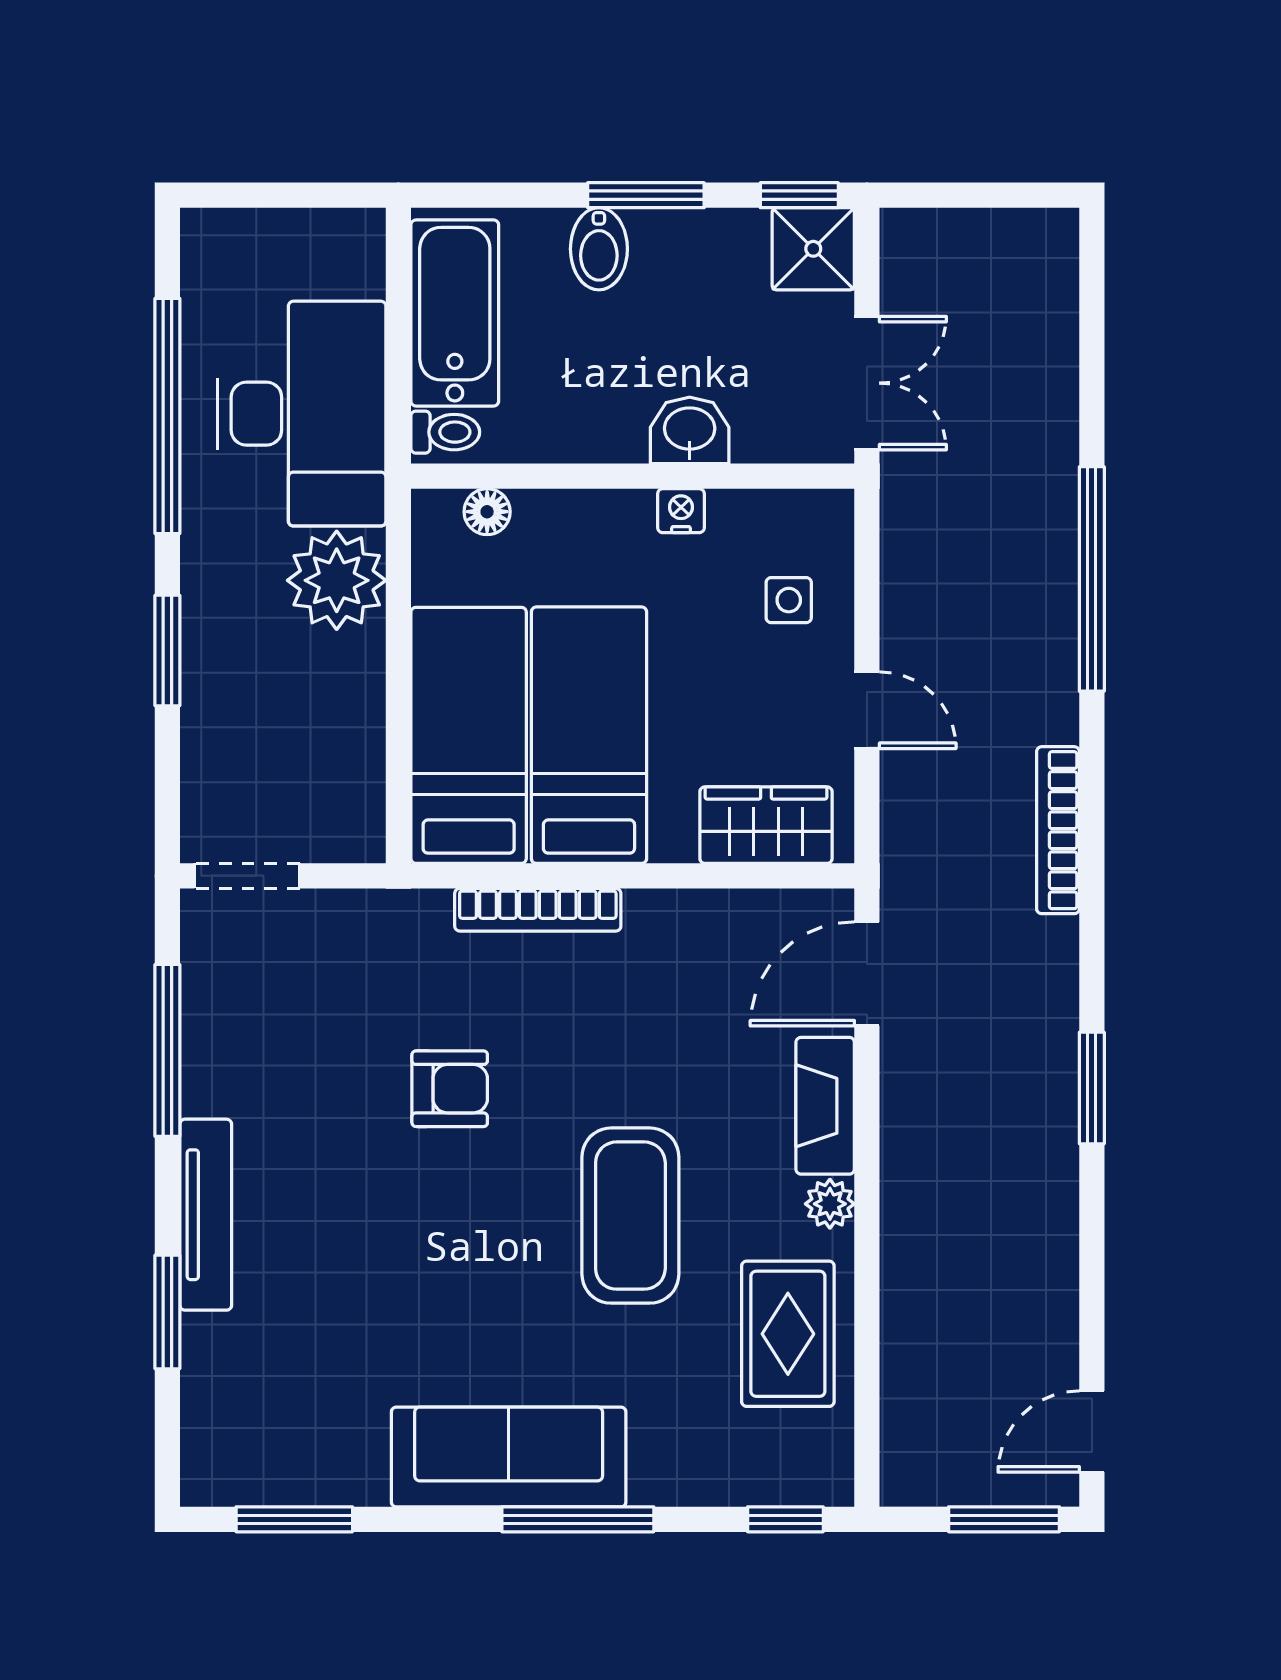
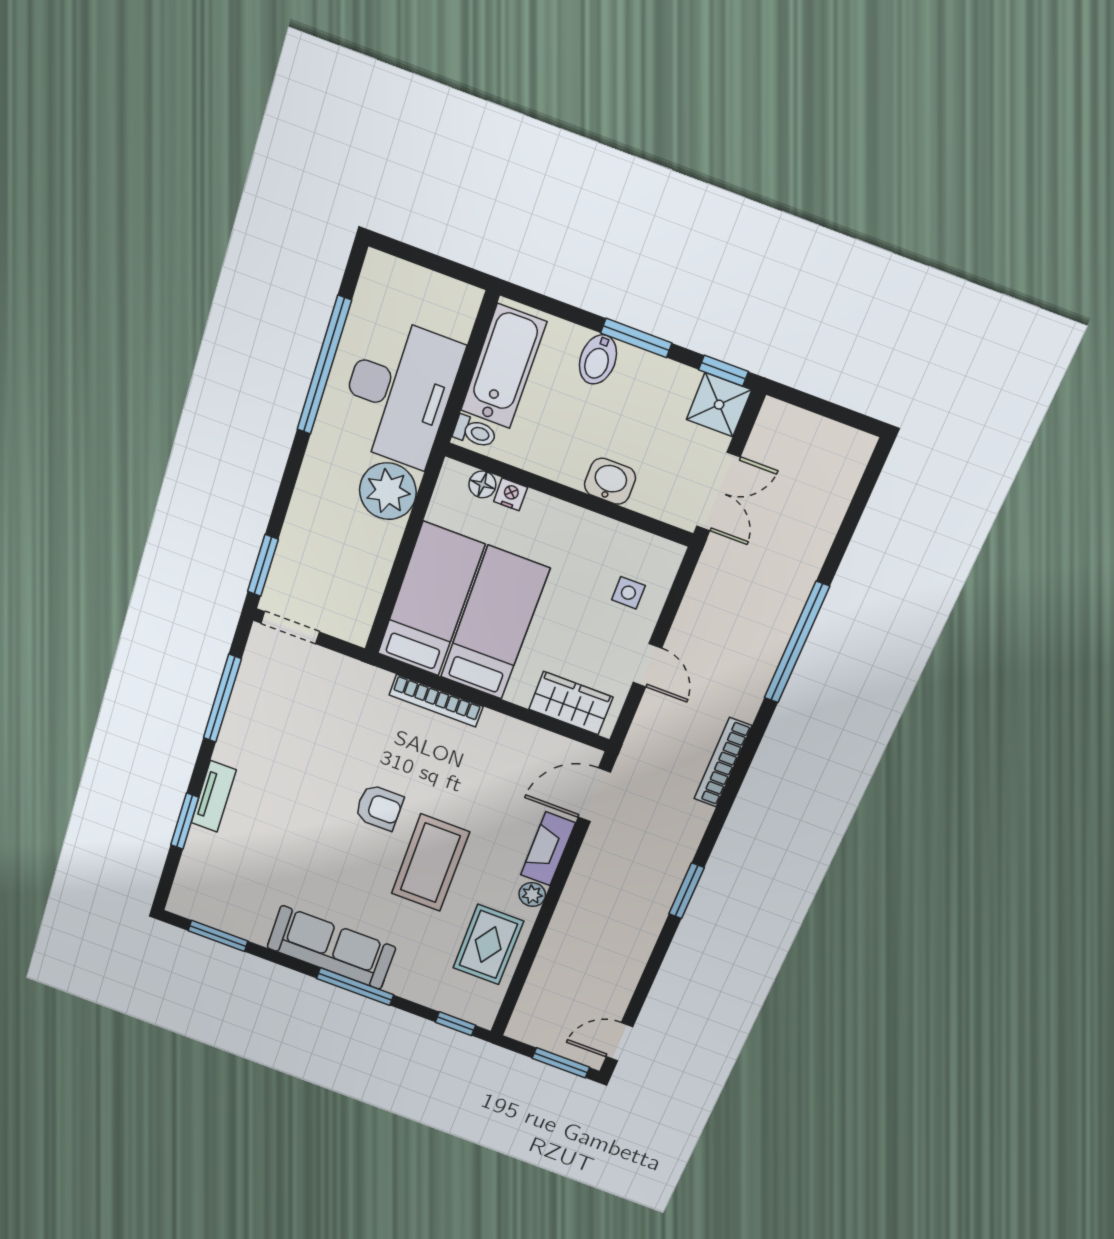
nightstand: (681, 511) -> (511, 494), moved
window: (167, 651) -> (263, 565), moved
armchair: (450, 1089) -> (379, 807), moved
tv unit: (206, 1215) -> (214, 796), width x0.71

